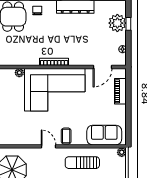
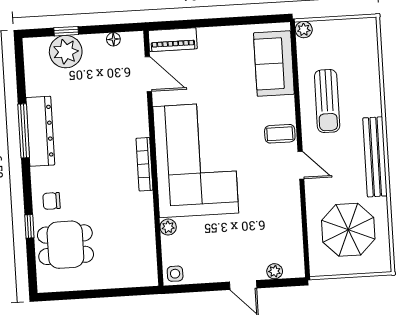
piano: (120, 91) -> (173, 40), moved
door: (48, 146) -> (301, 165), swing flipped

